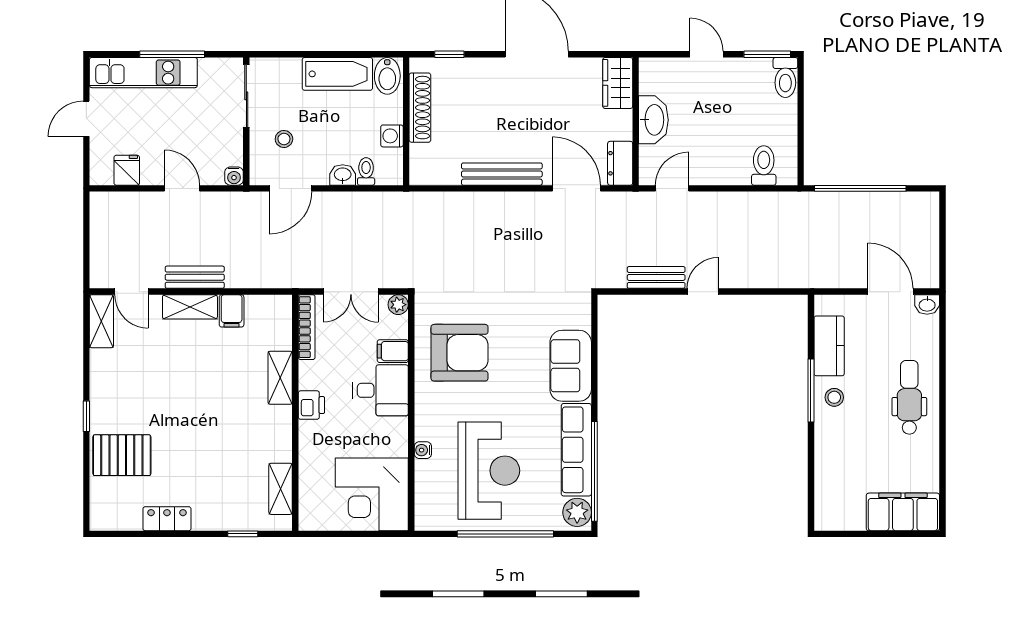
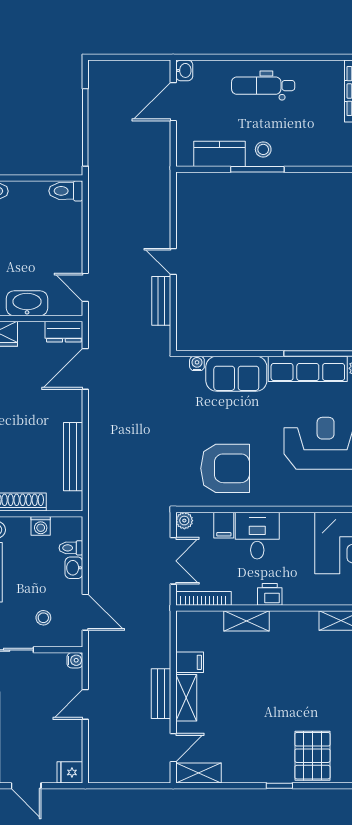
toilet: (764, 165) -> (66, 191), moved
fridge: (127, 170) -> (70, 772), moved
bench: (502, 174) -> (73, 457), moved
armchair: (460, 353) -> (225, 468), turned 90
water cooler: (423, 450) -> (197, 363), moved, turned 180

